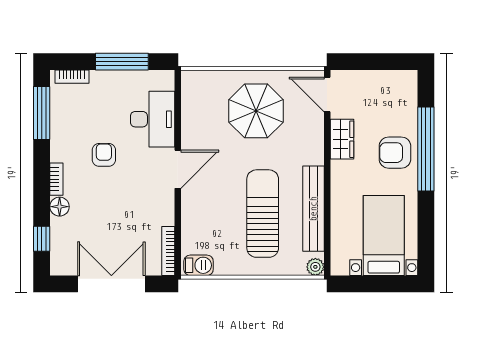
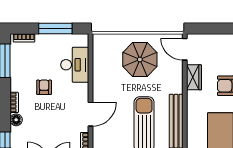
door: (178, 169) -> (91, 114), moved

